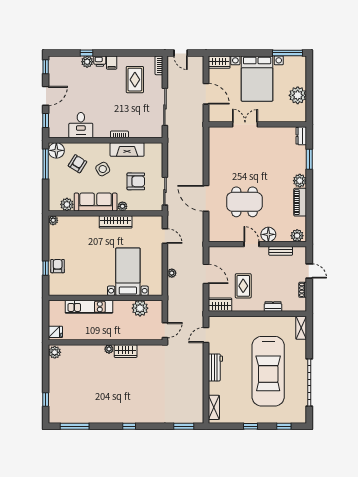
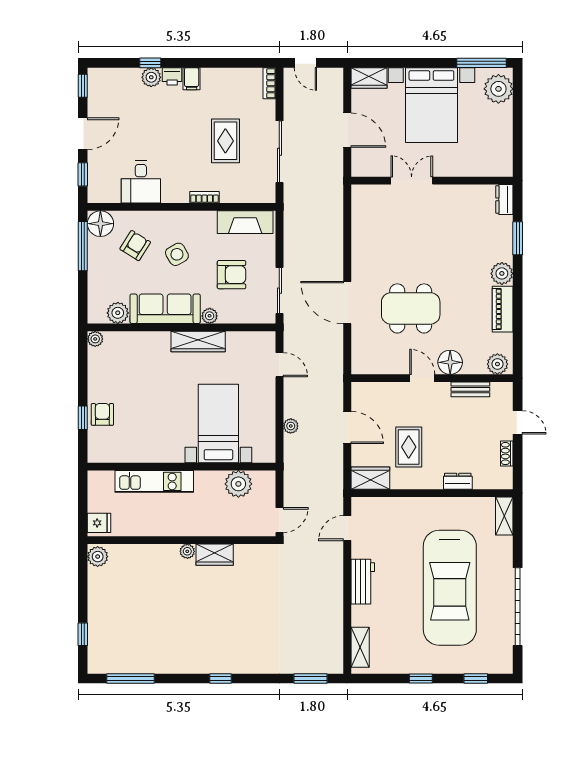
rug: (135, 80) -> (225, 141), moved
plant: (298, 95) -> (498, 89), moved
fireplace: (127, 149) -> (245, 222), moved

